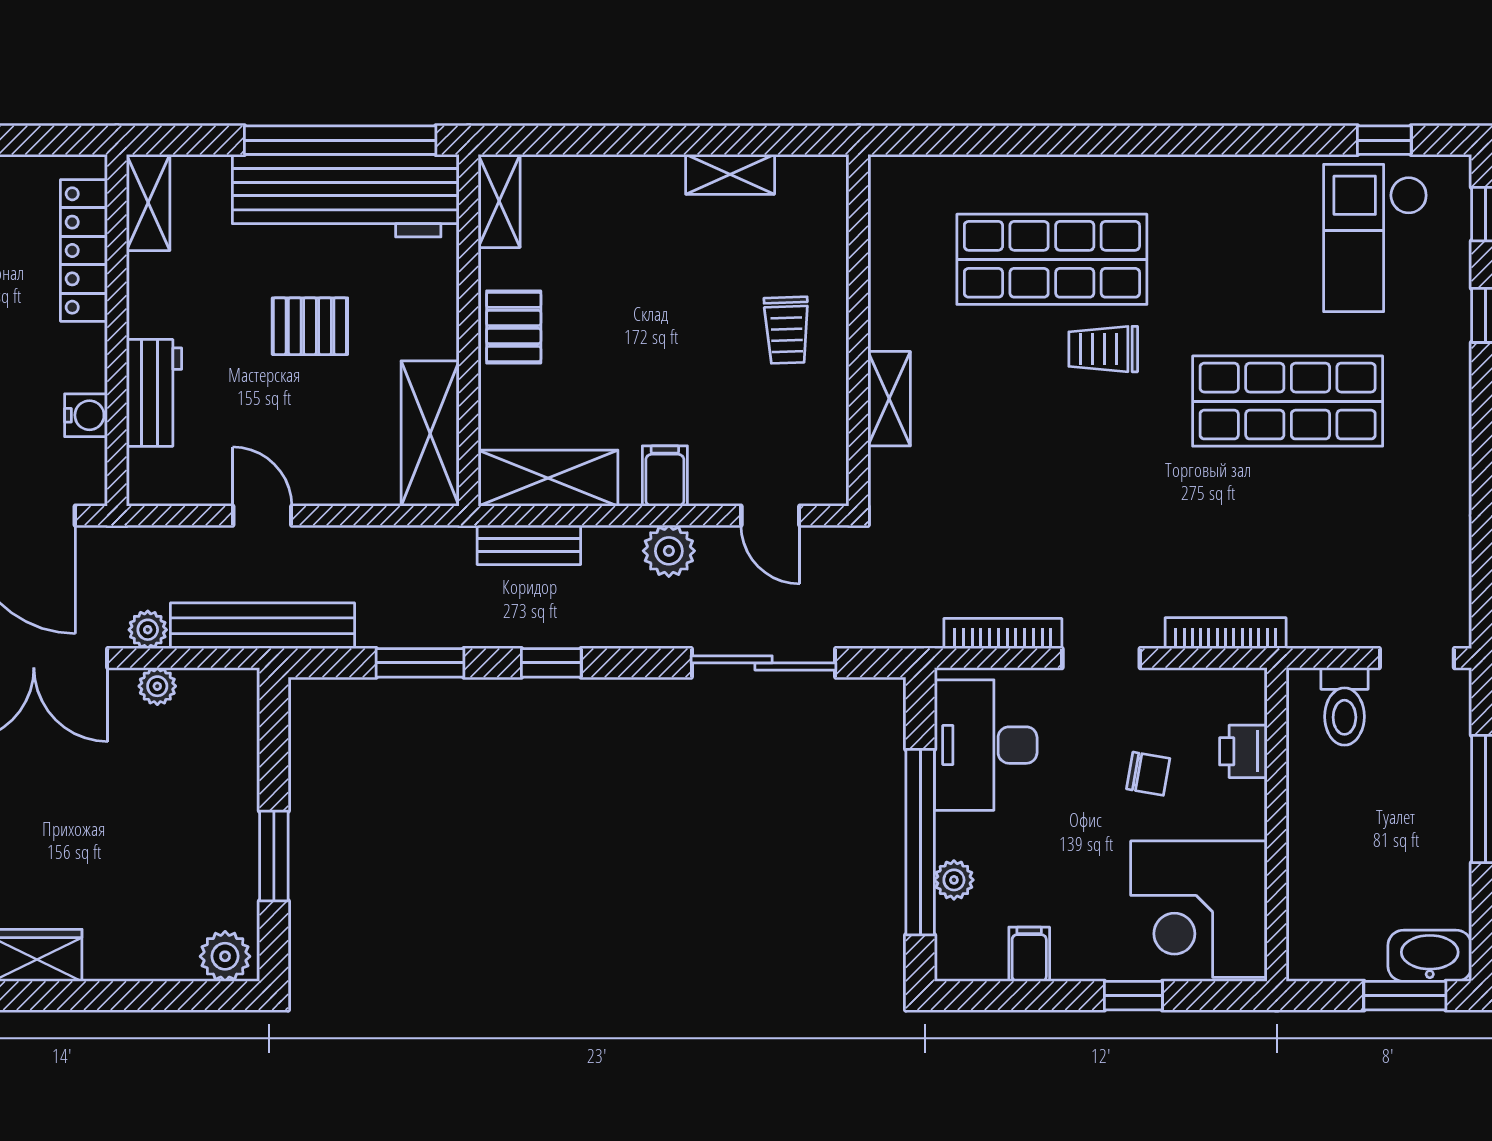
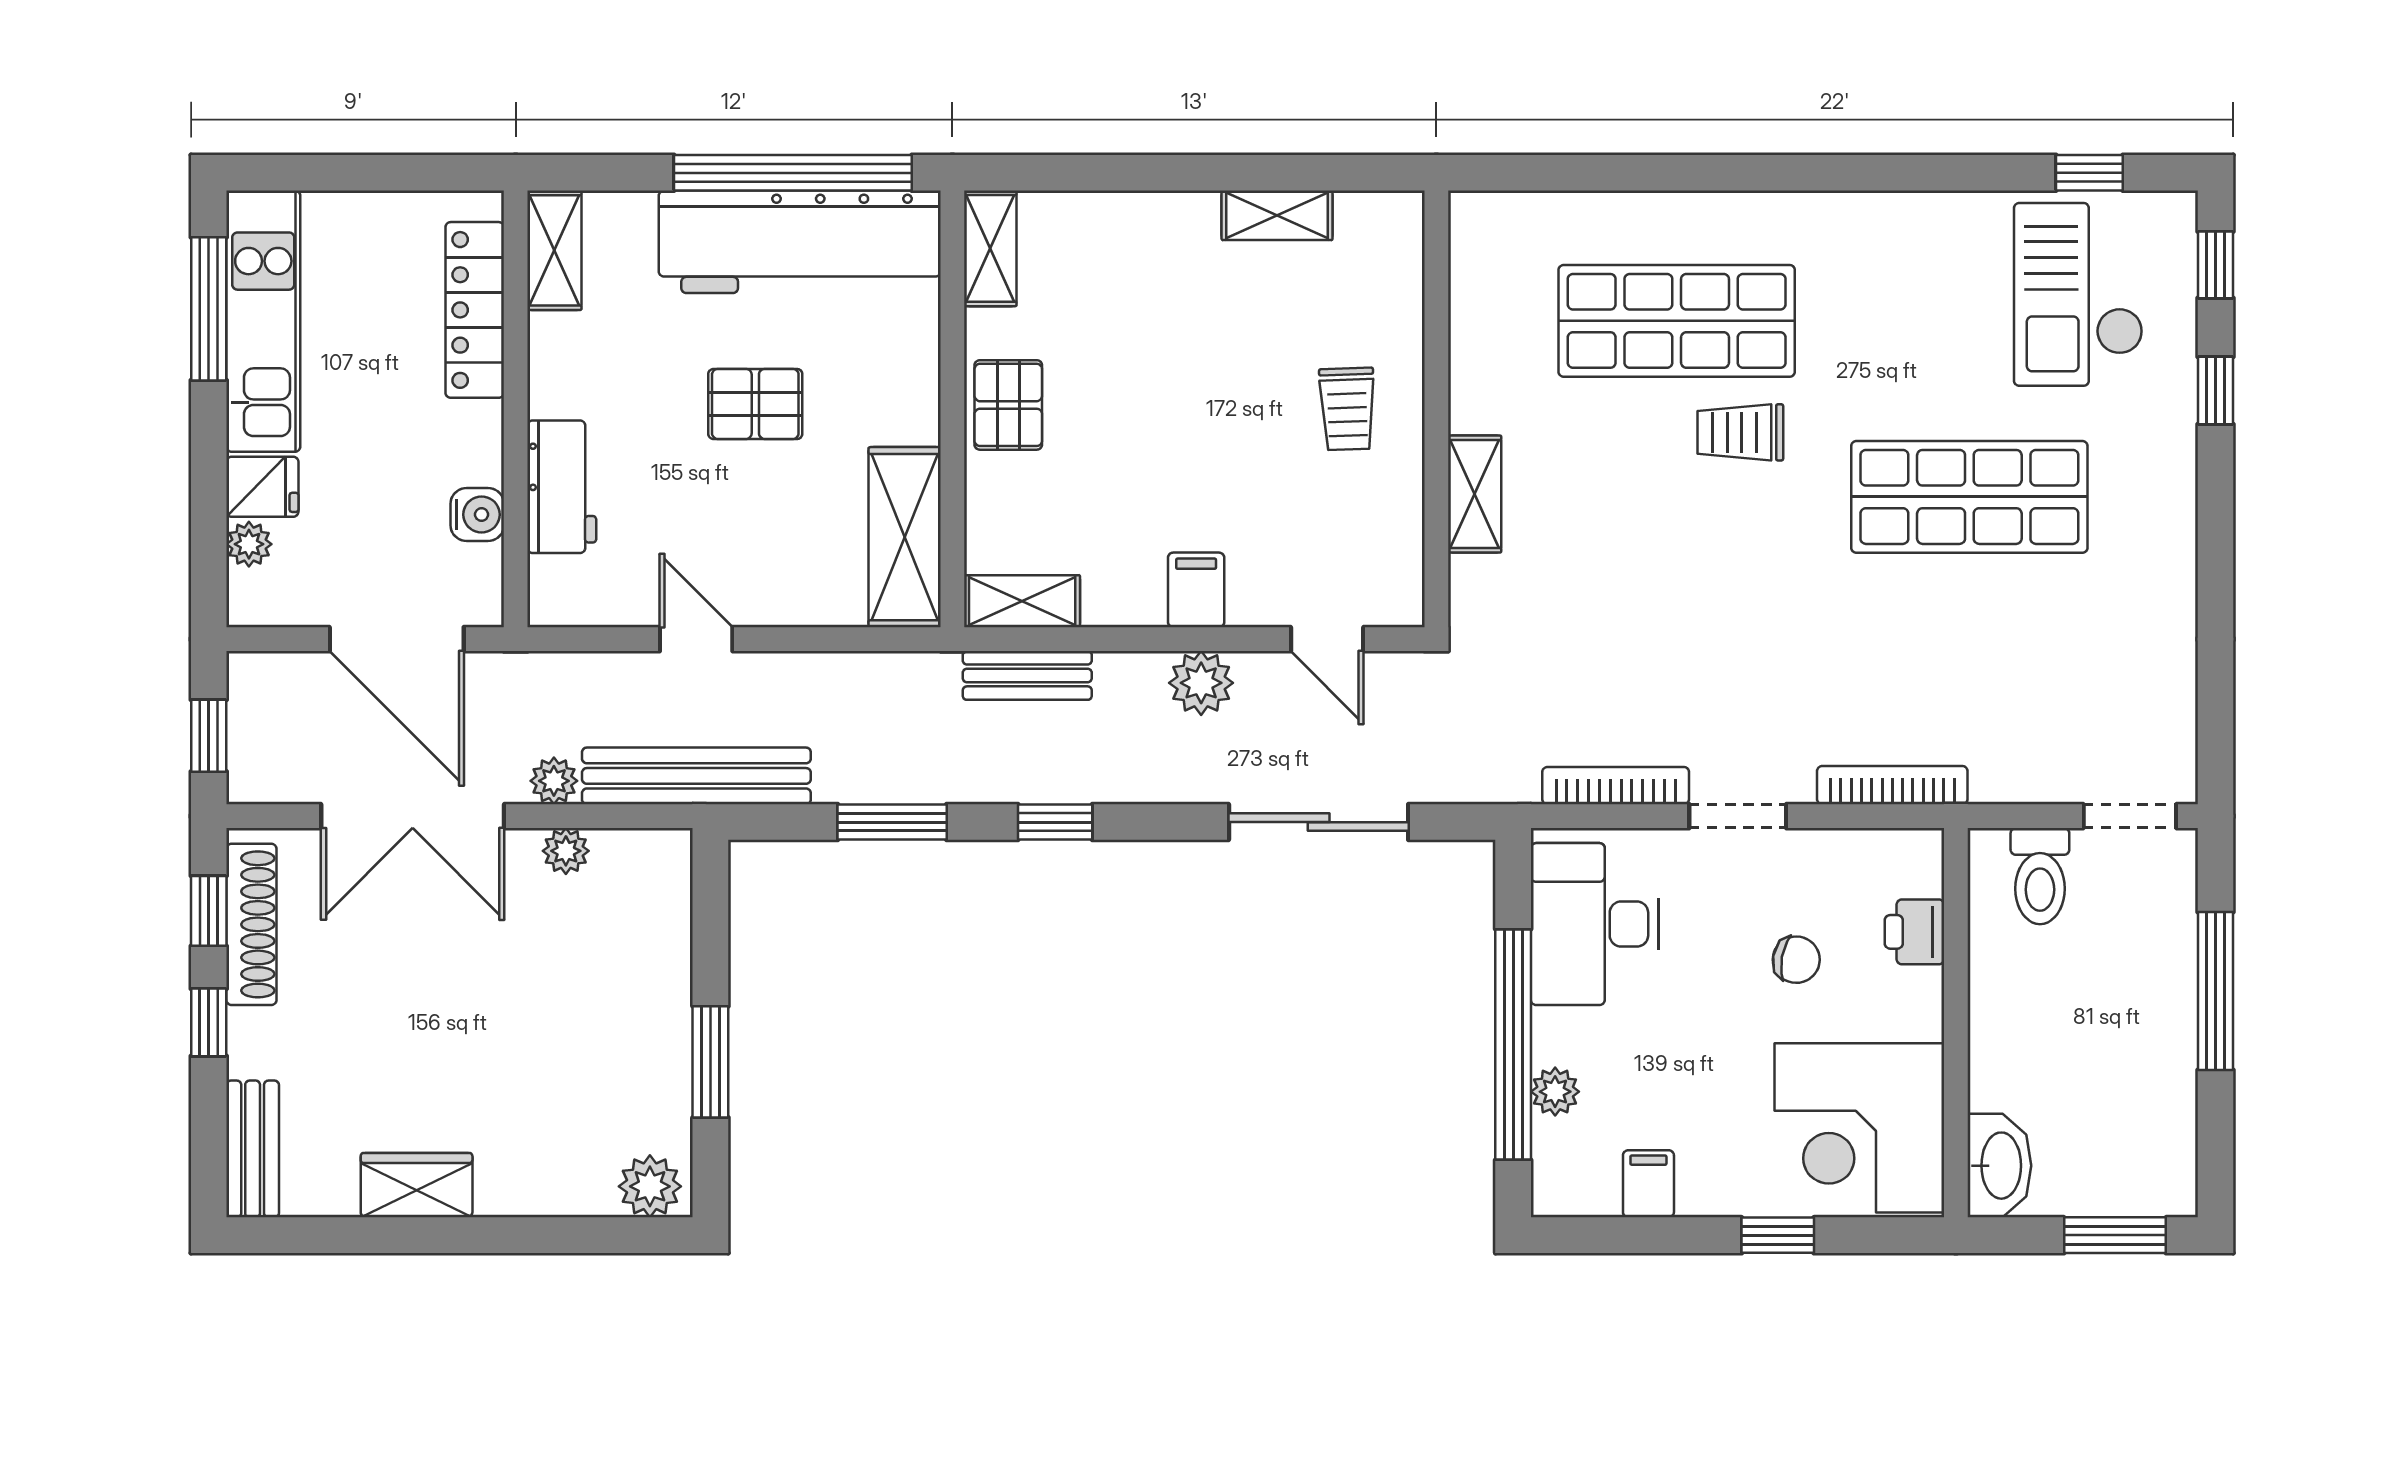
shelving: (548, 478) -> (1022, 601), width x0.67, depth x0.75
washbasin: (1430, 956) -> (1999, 1166), moved, turned 90

